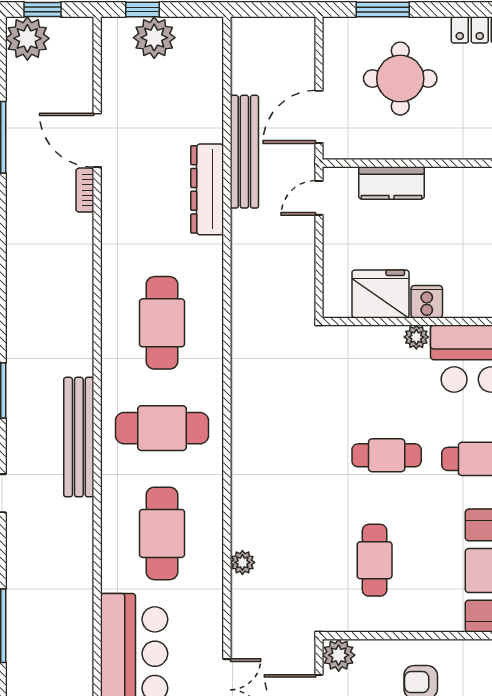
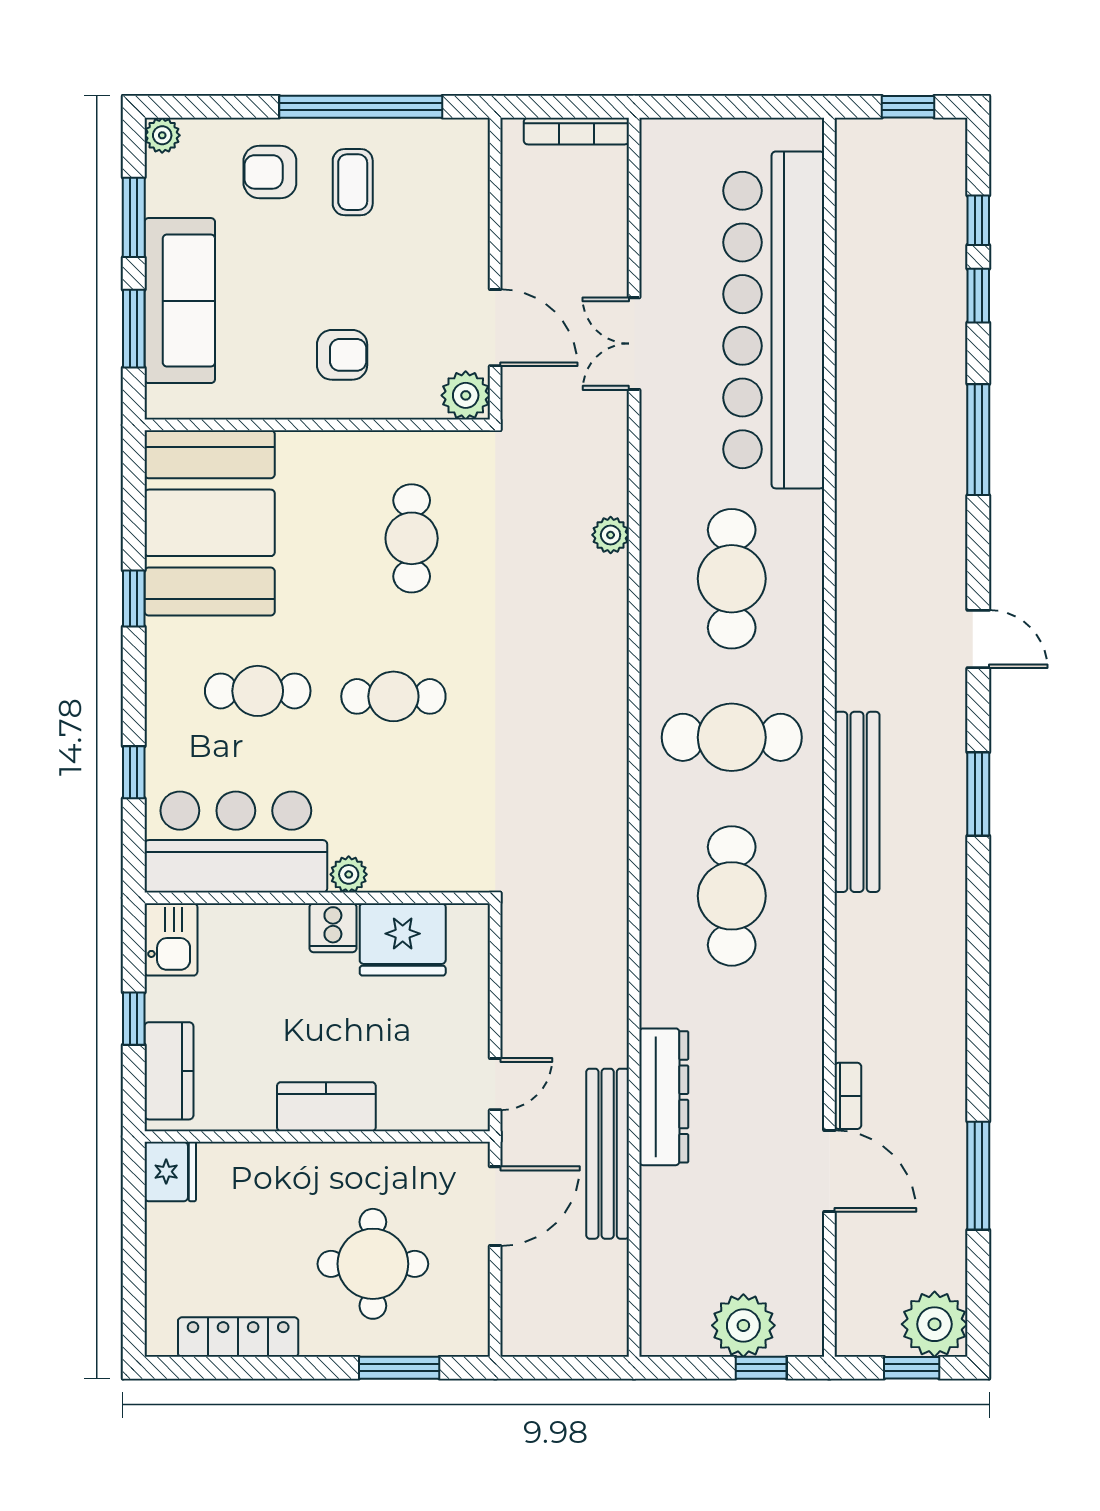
kitchen counter: (391, 183) -> (326, 1107), moved
bench: (79, 437) -> (857, 802), moved

